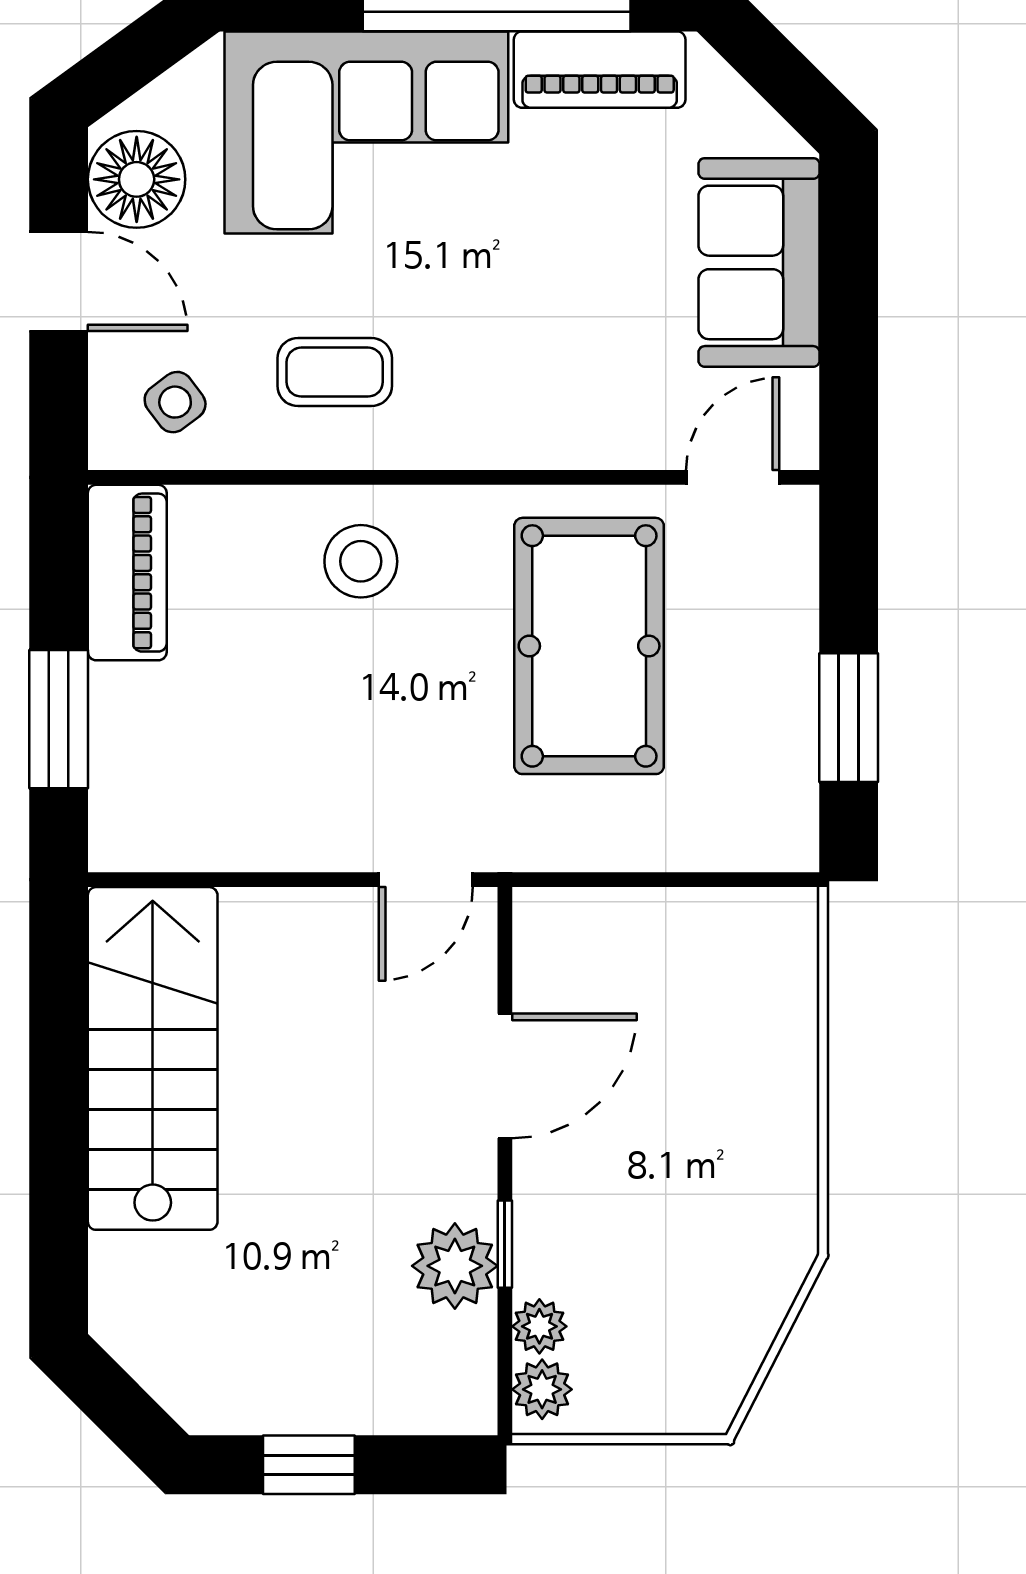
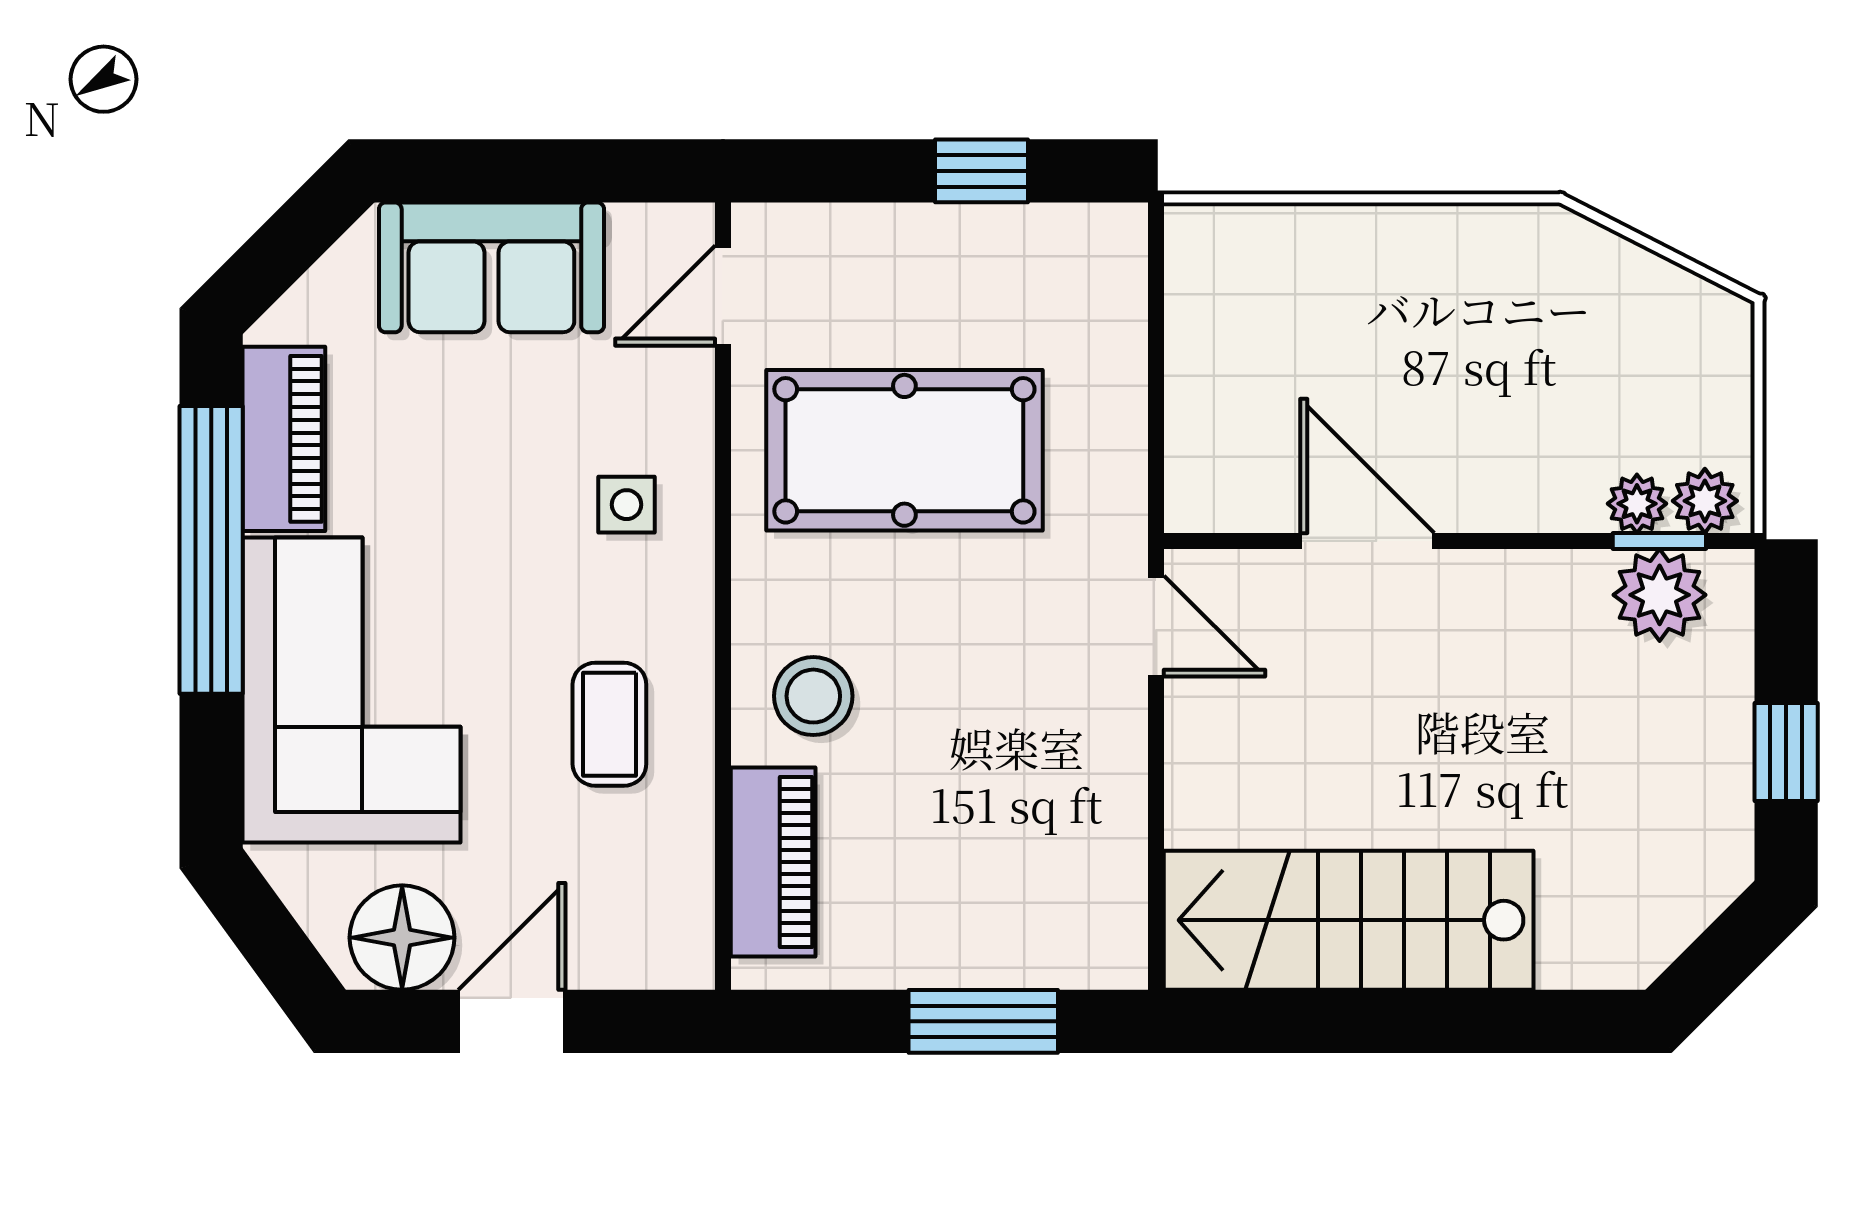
side table: (175, 402) -> (627, 505), moved, turned 37
door: (733, 477) -> (723, 296), hinge flipped
piano: (127, 573) -> (773, 862), moved, turned 90
window: (849, 718) -> (982, 171), width x0.67
window: (505, 1244) -> (1659, 541), moved
plant: (455, 1266) -> (1660, 595), moved

